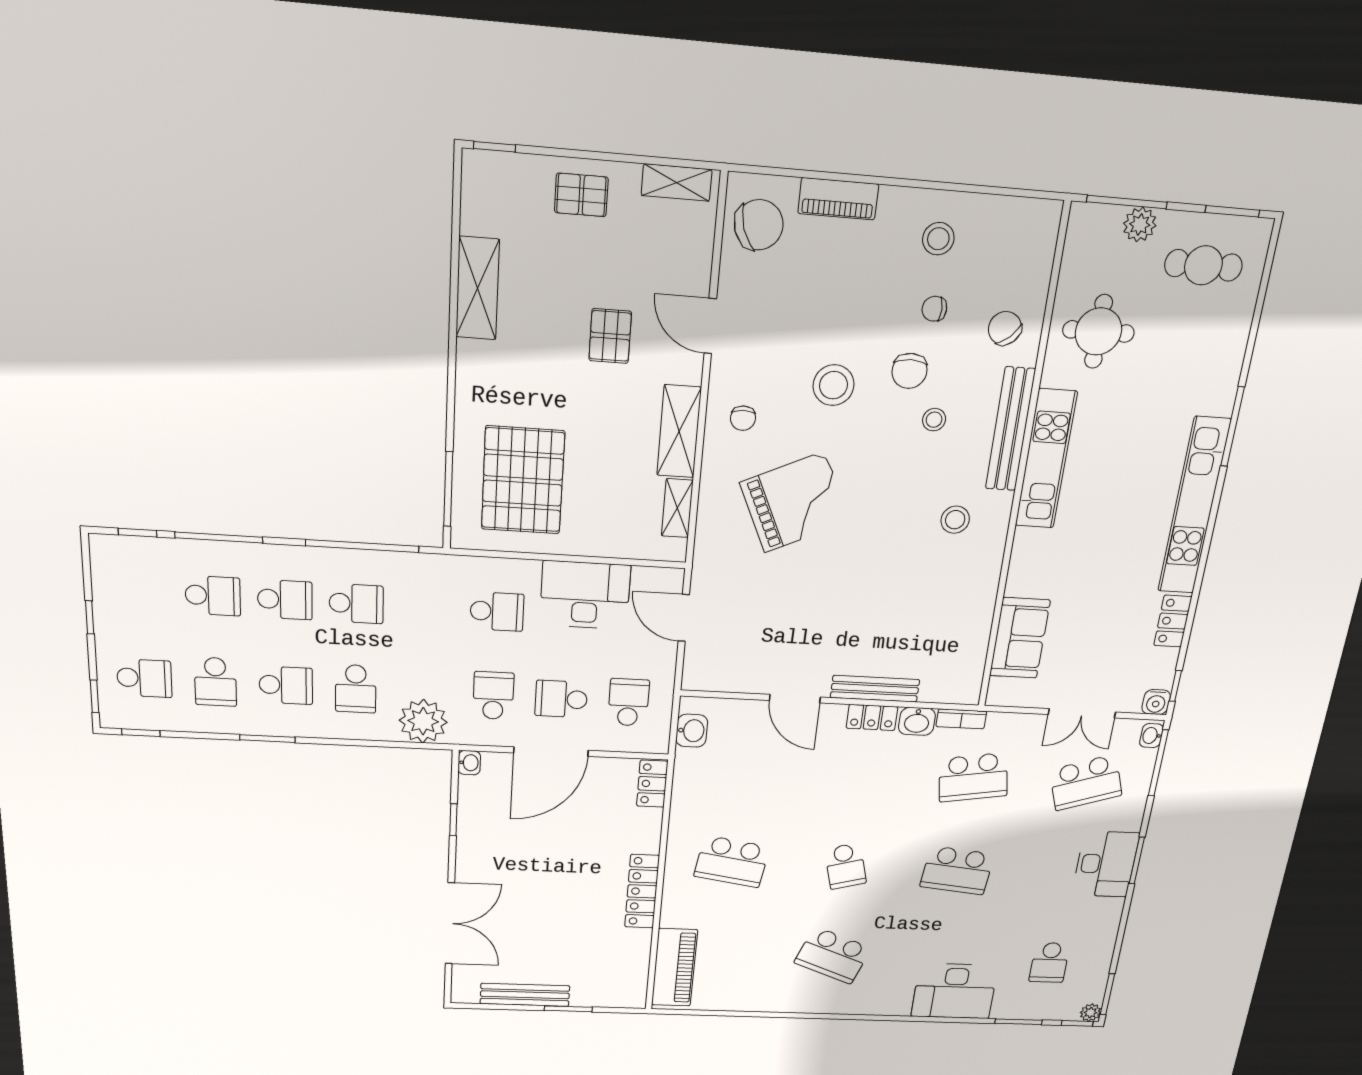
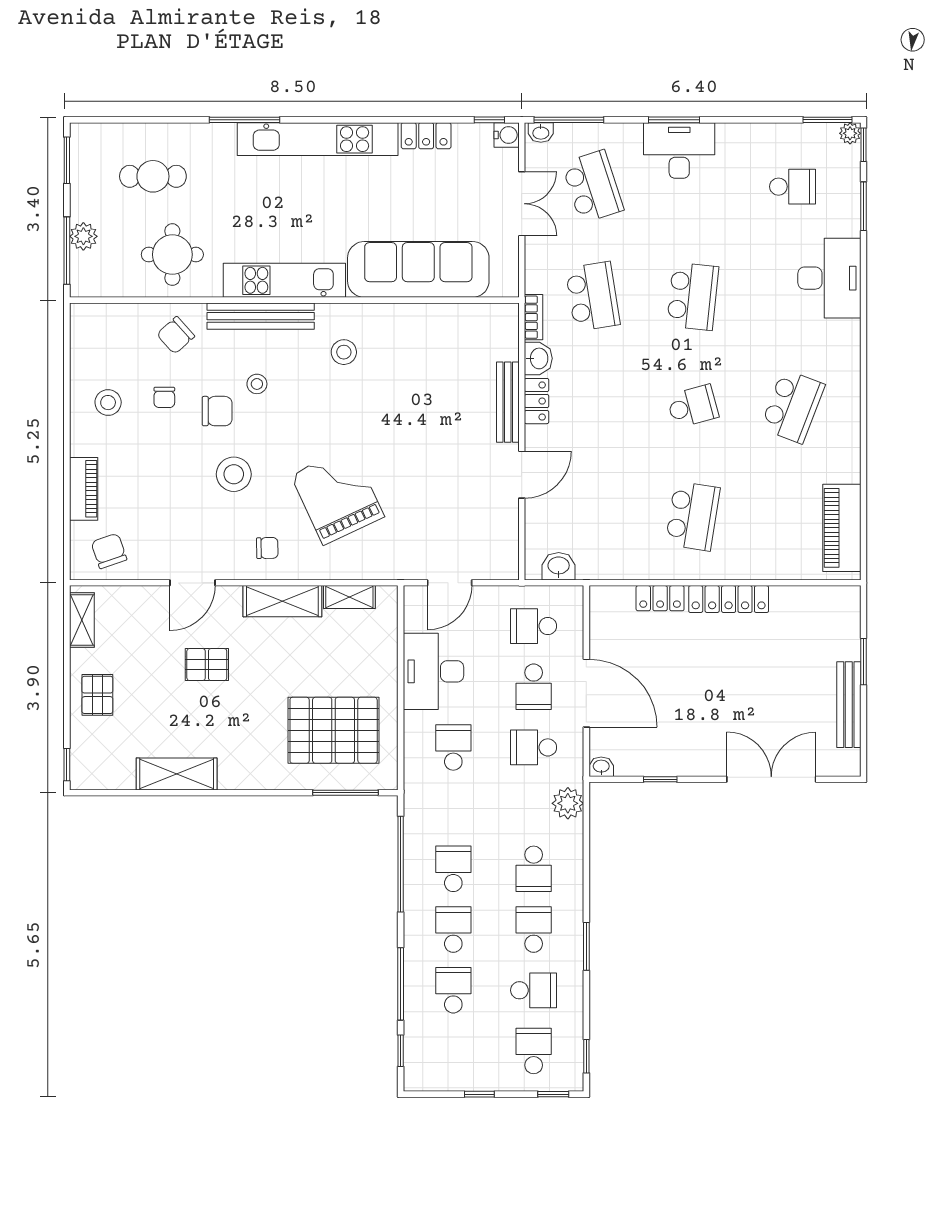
chair: (759, 225) -> (109, 551), width x0.73, depth x0.73
cafe table: (1203, 265) -> (153, 176), moved, turned 90
sofa: (1020, 638) -> (418, 269), width x1.85, depth x1.27
school desk: (356, 689) -> (534, 869), turned 90
plant: (423, 721) -> (568, 803), width x0.73, depth x0.73
locker: (652, 784) -> (660, 598), moved
piano: (674, 967) -> (842, 528), moved, turned -90

